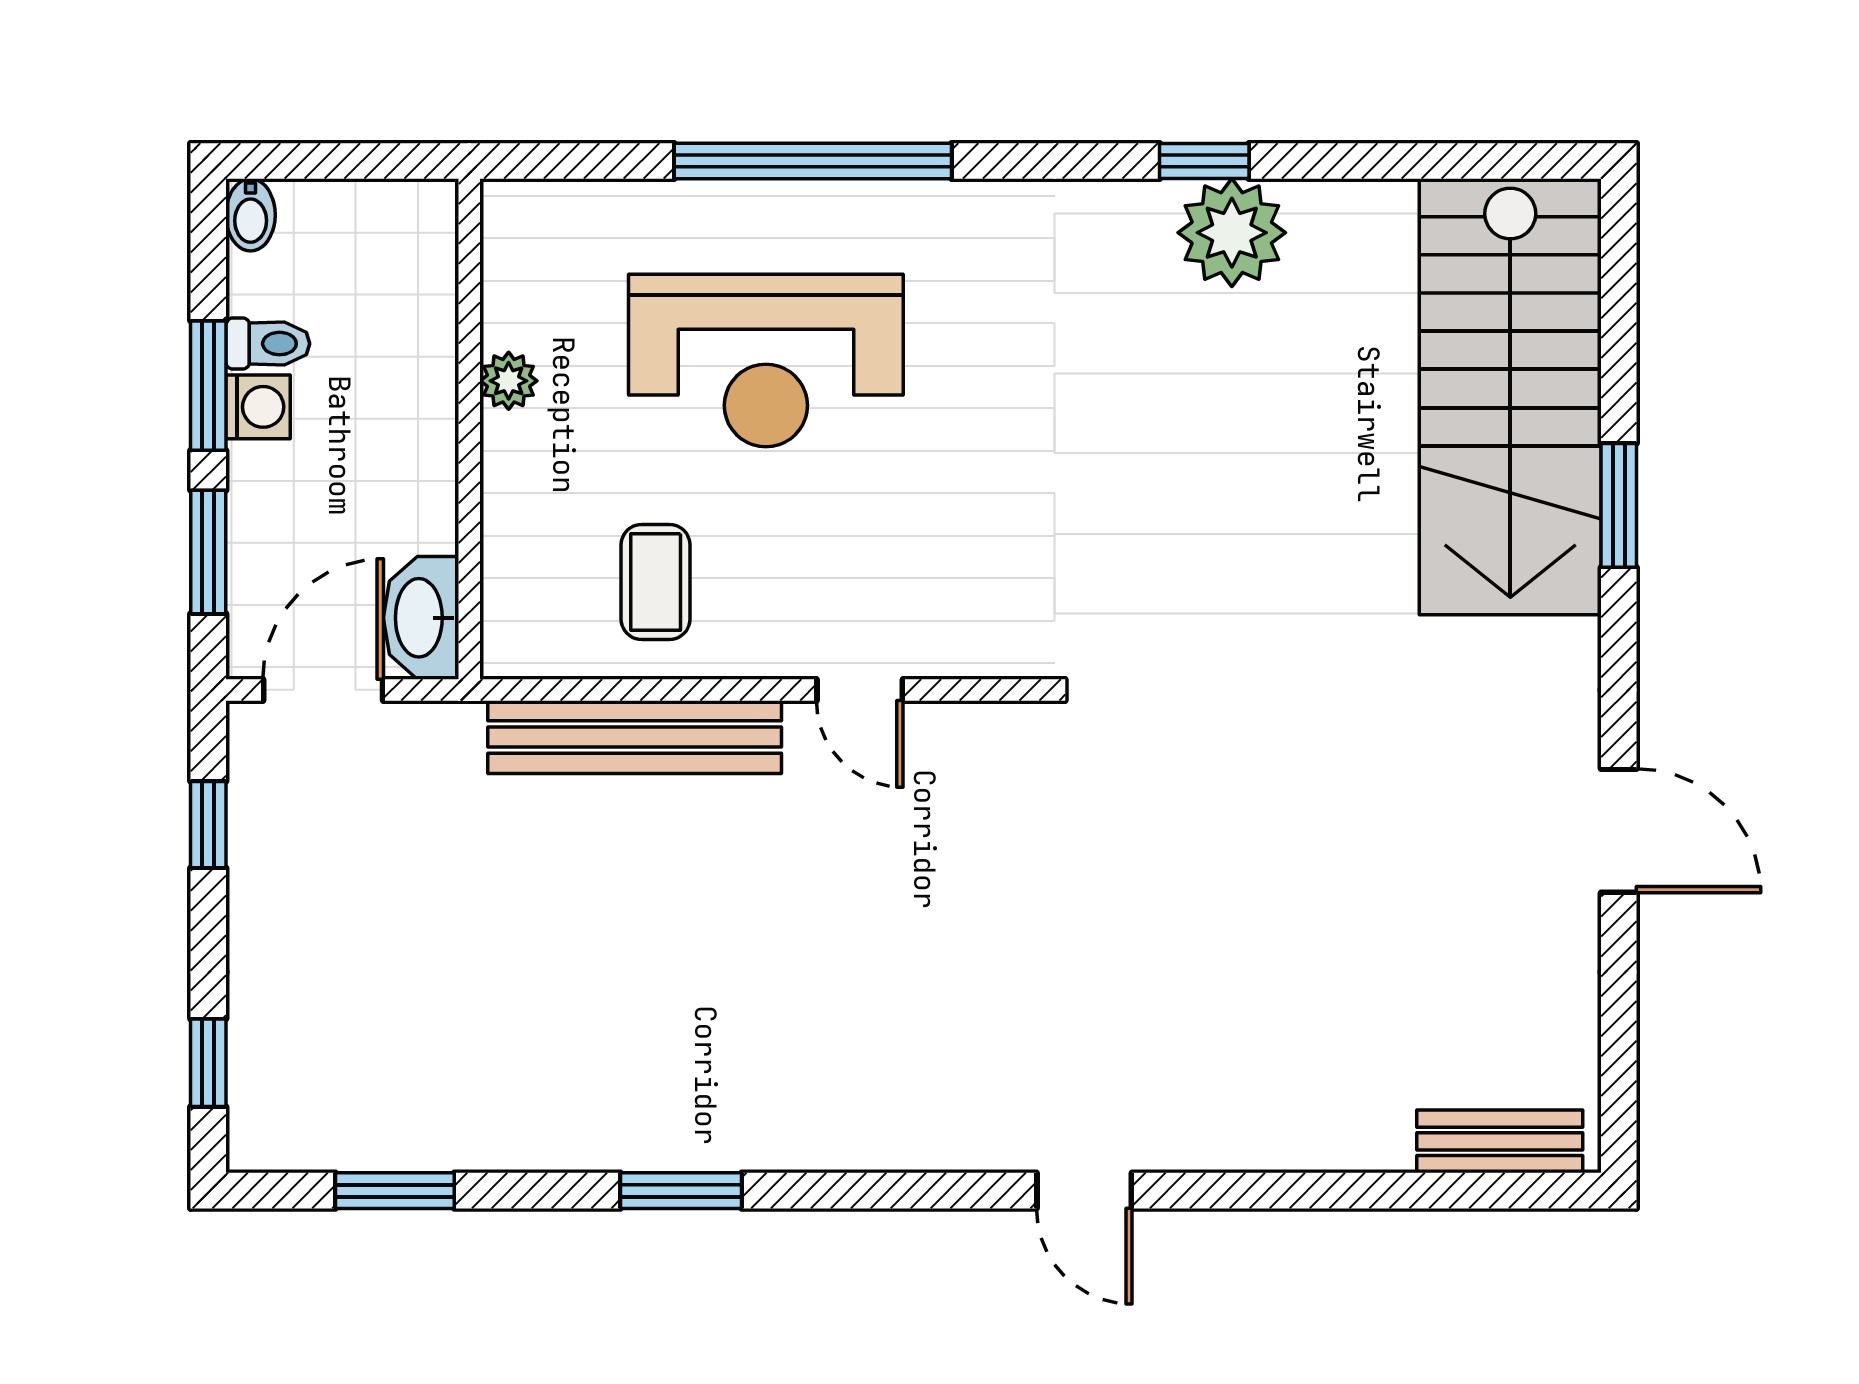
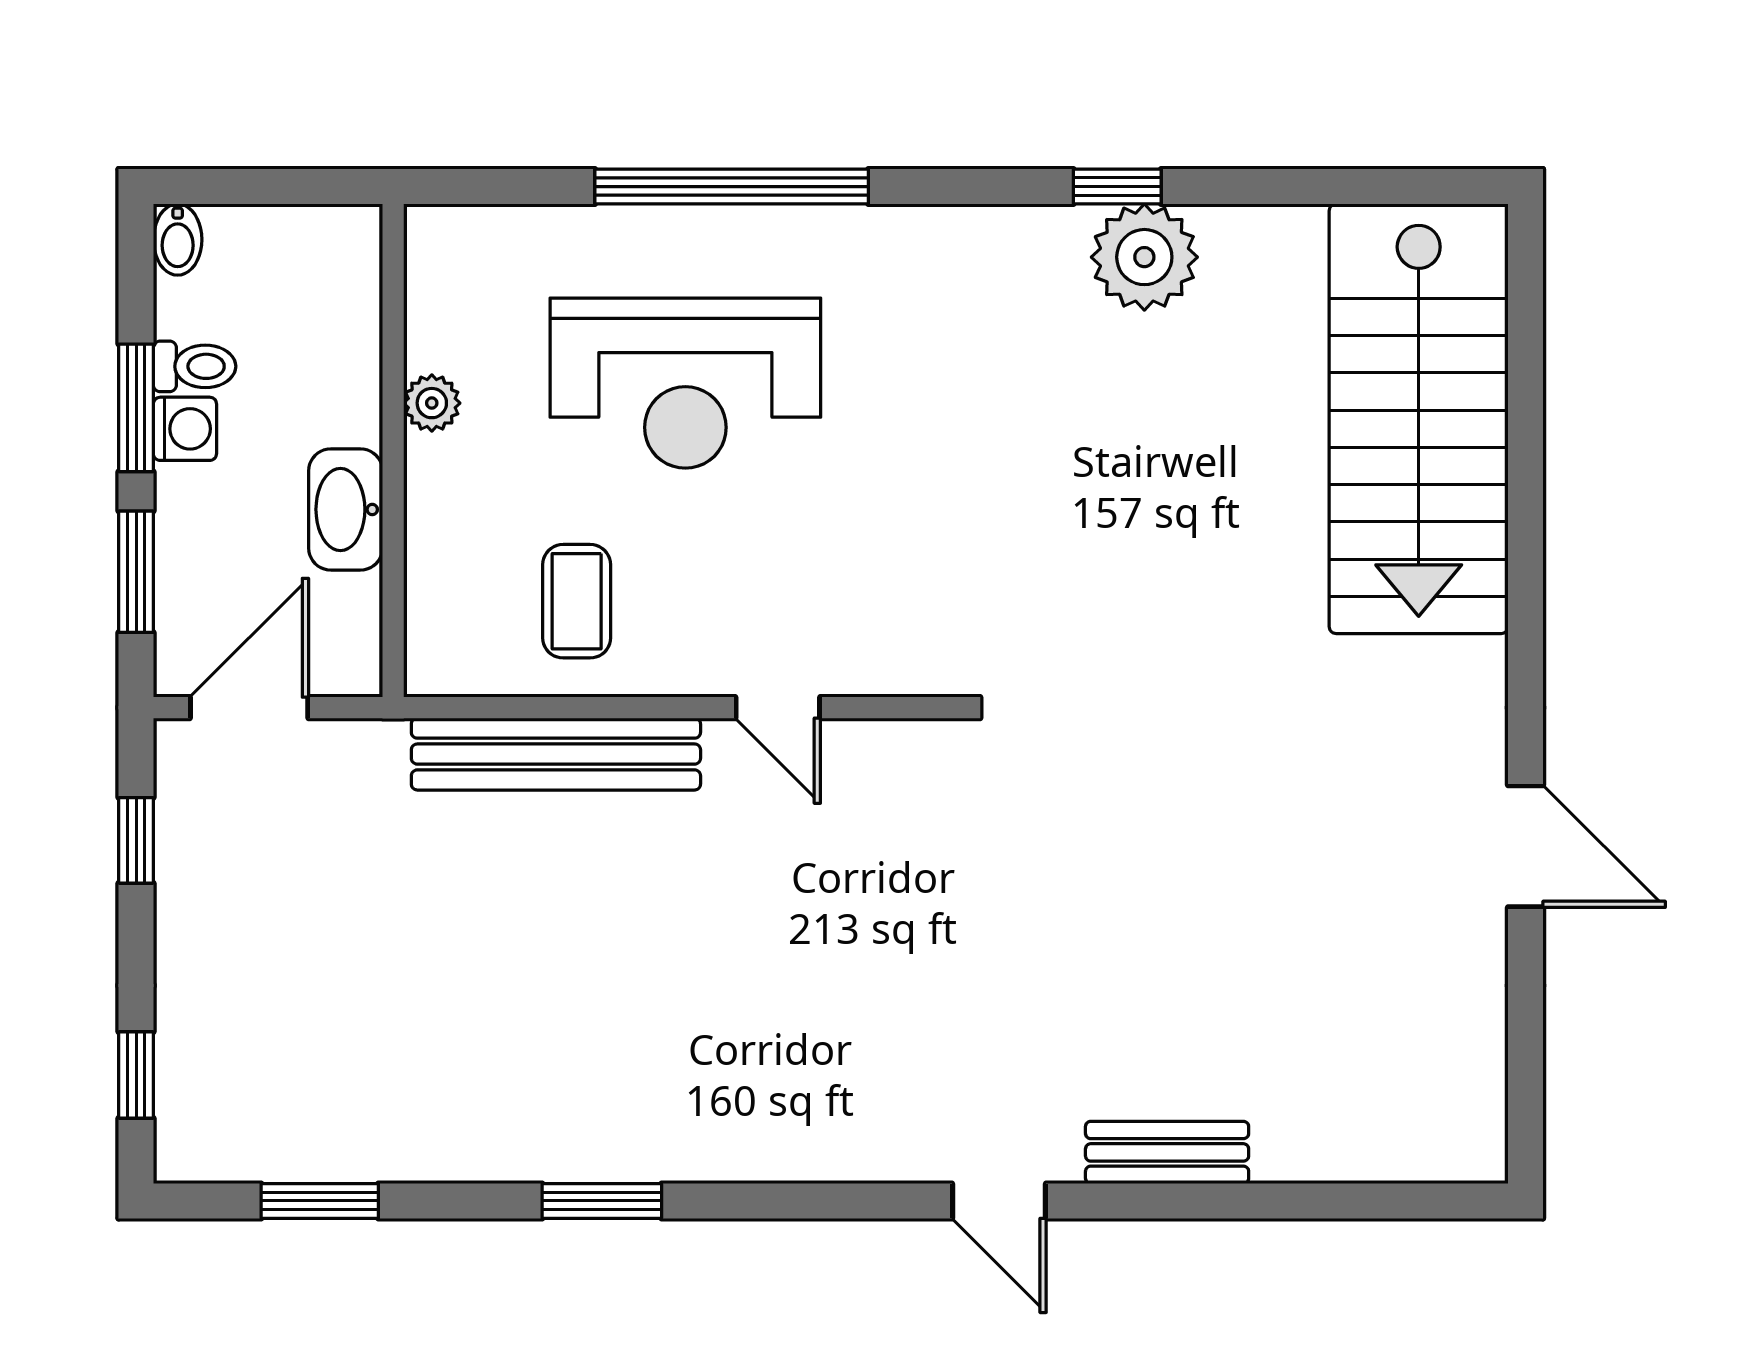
window: (1619, 505) -> (1526, 526), removed
washbasin: (421, 618) -> (346, 509), moved
bench: (1500, 1141) -> (1167, 1152), moved

